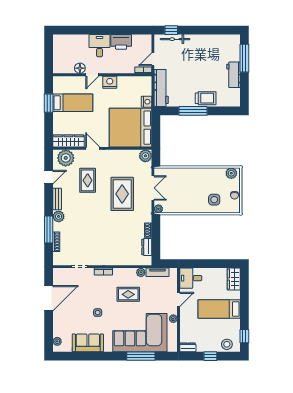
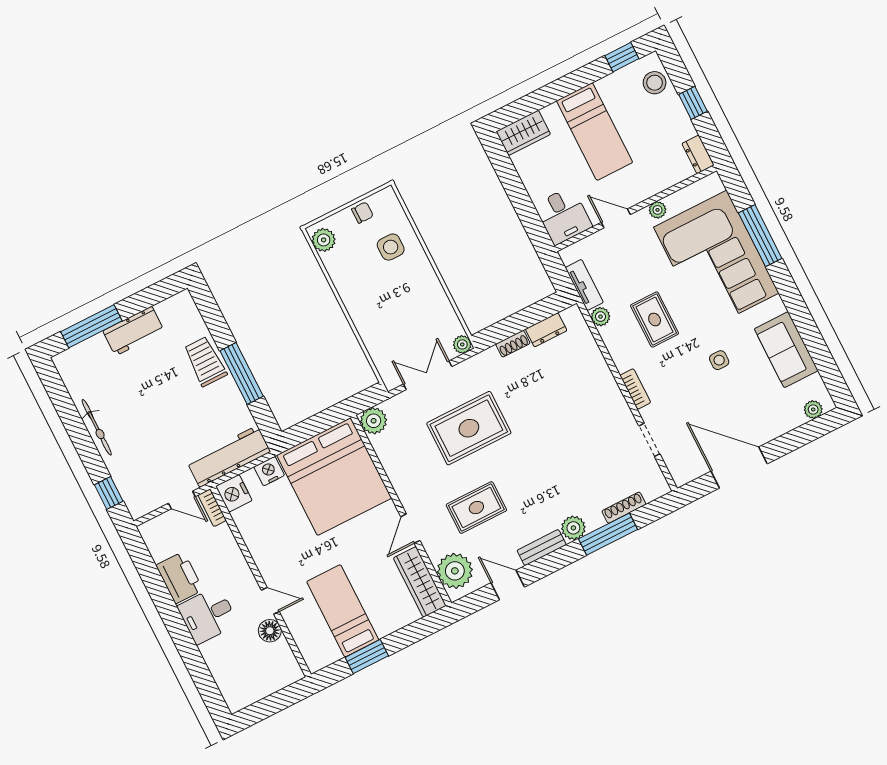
bicycle: (175, 39) -> (97, 427), moved
nightstand: (110, 82) -> (234, 493), moved

